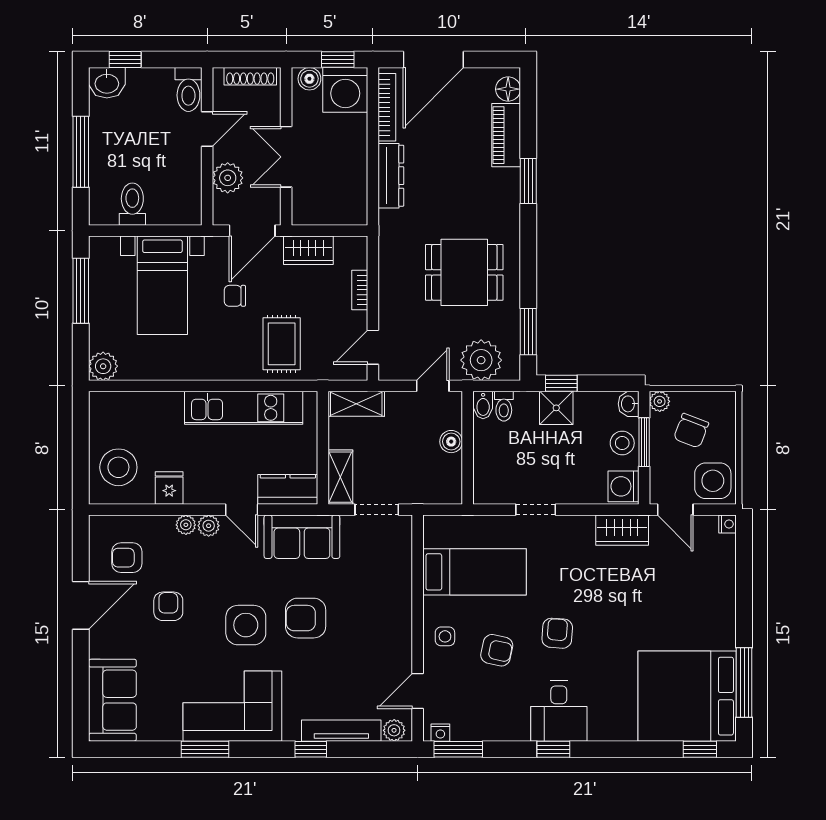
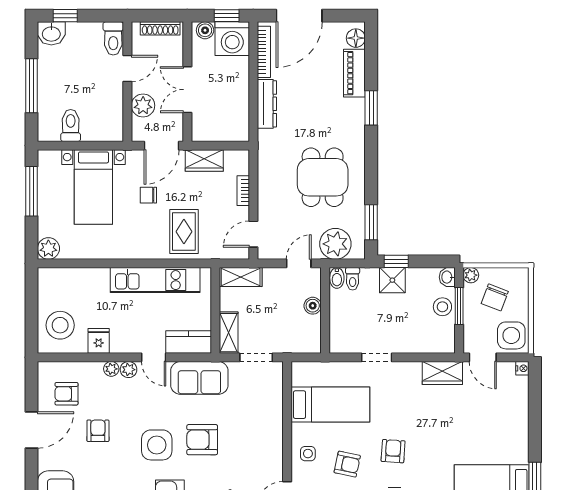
dining table: (464, 272) -> (323, 177), turned 90
washing machine: (623, 486) -> (443, 340), removed

